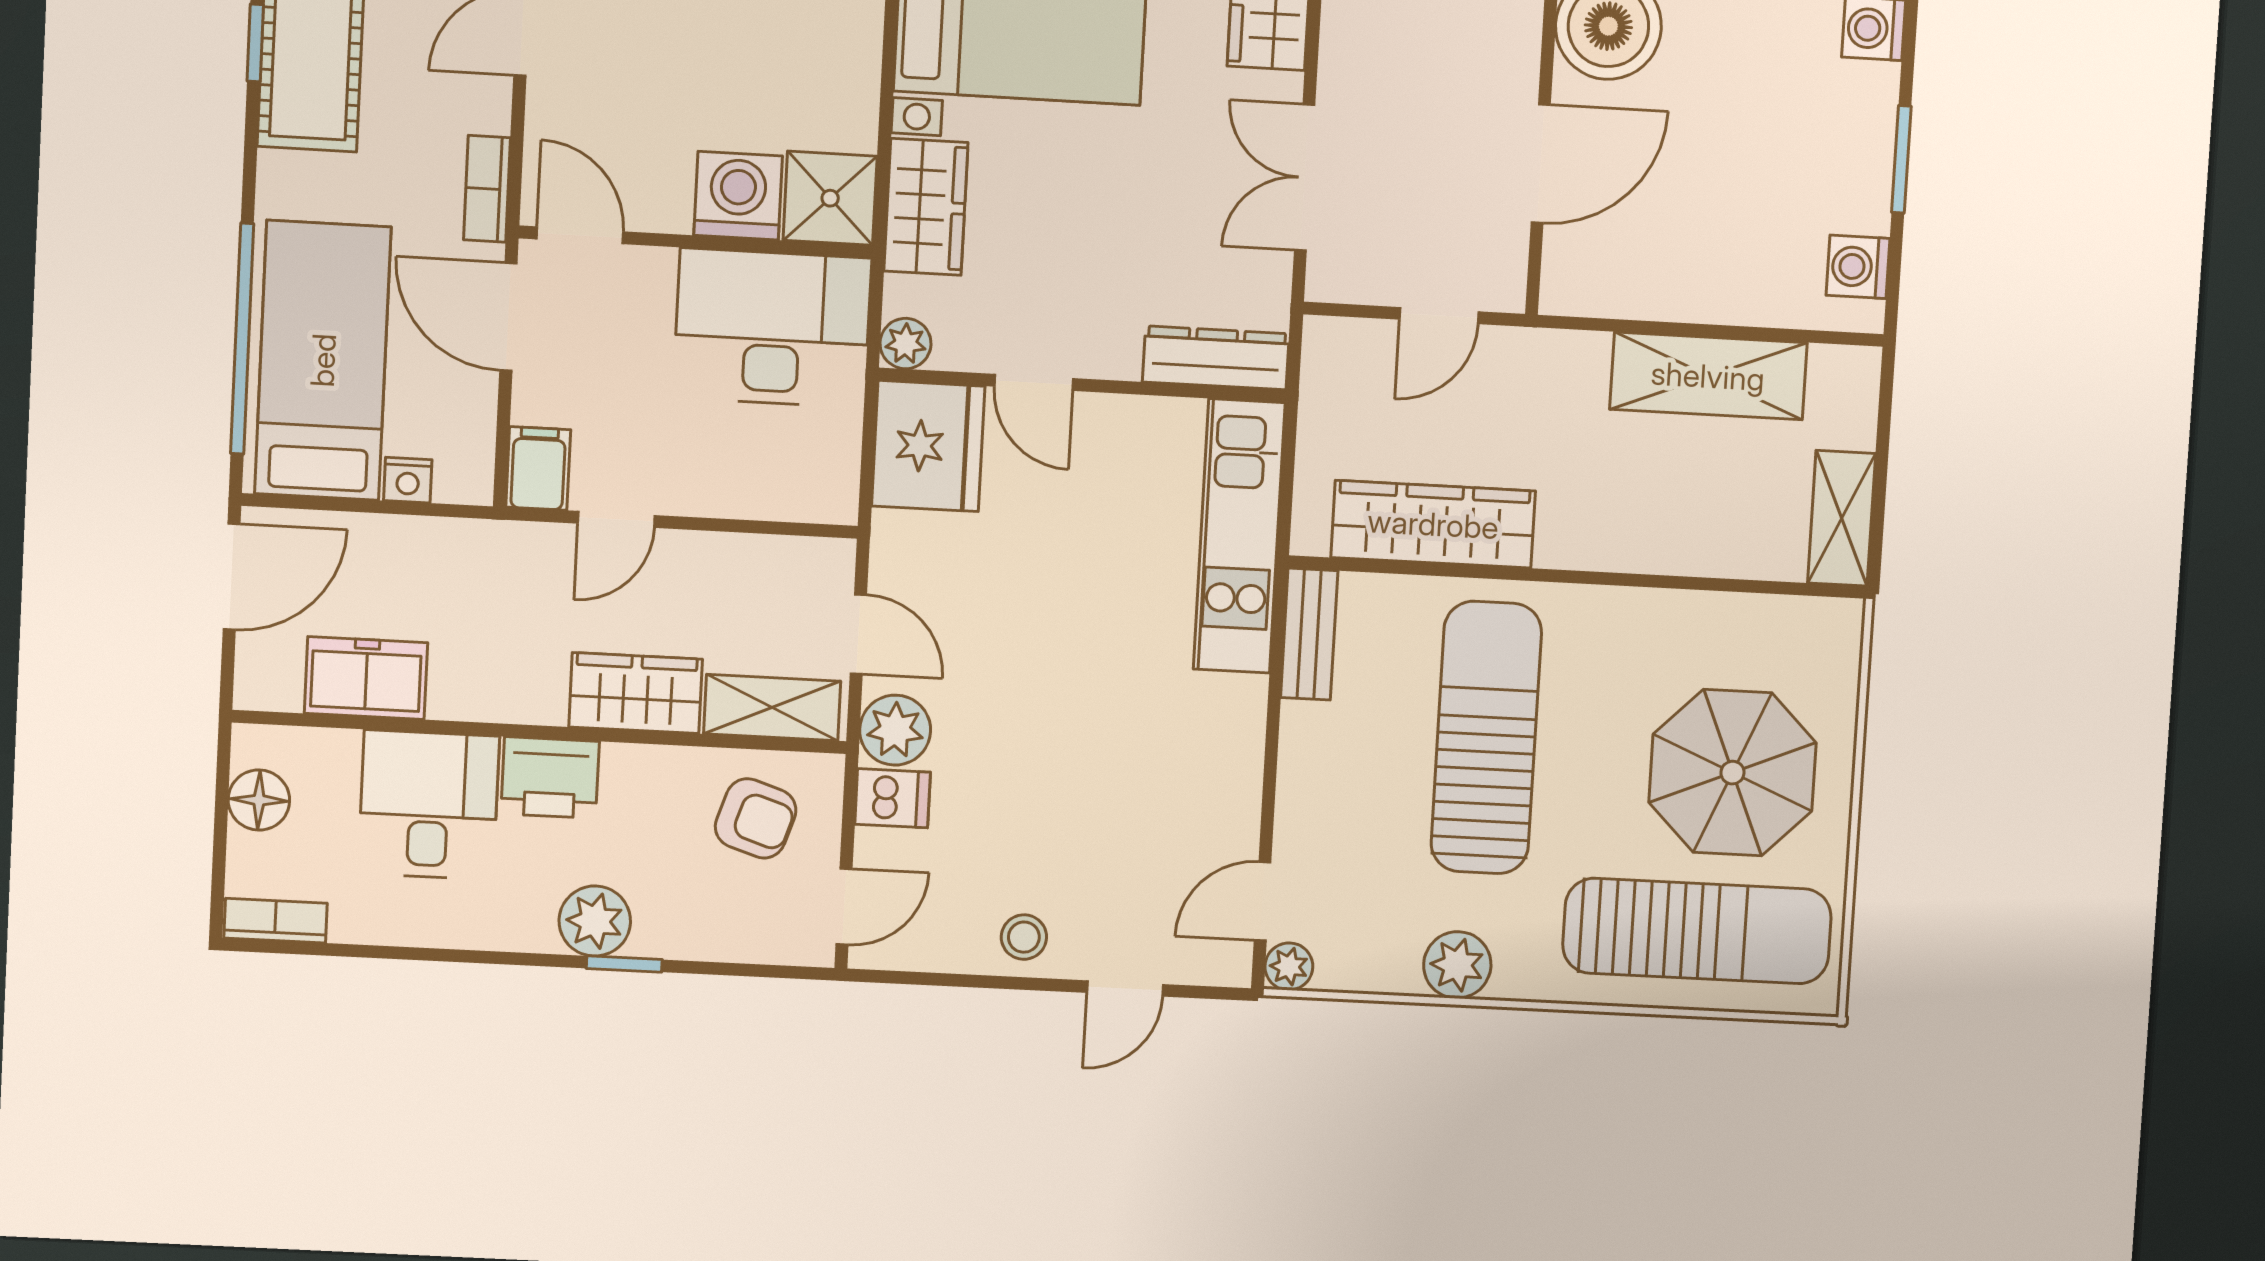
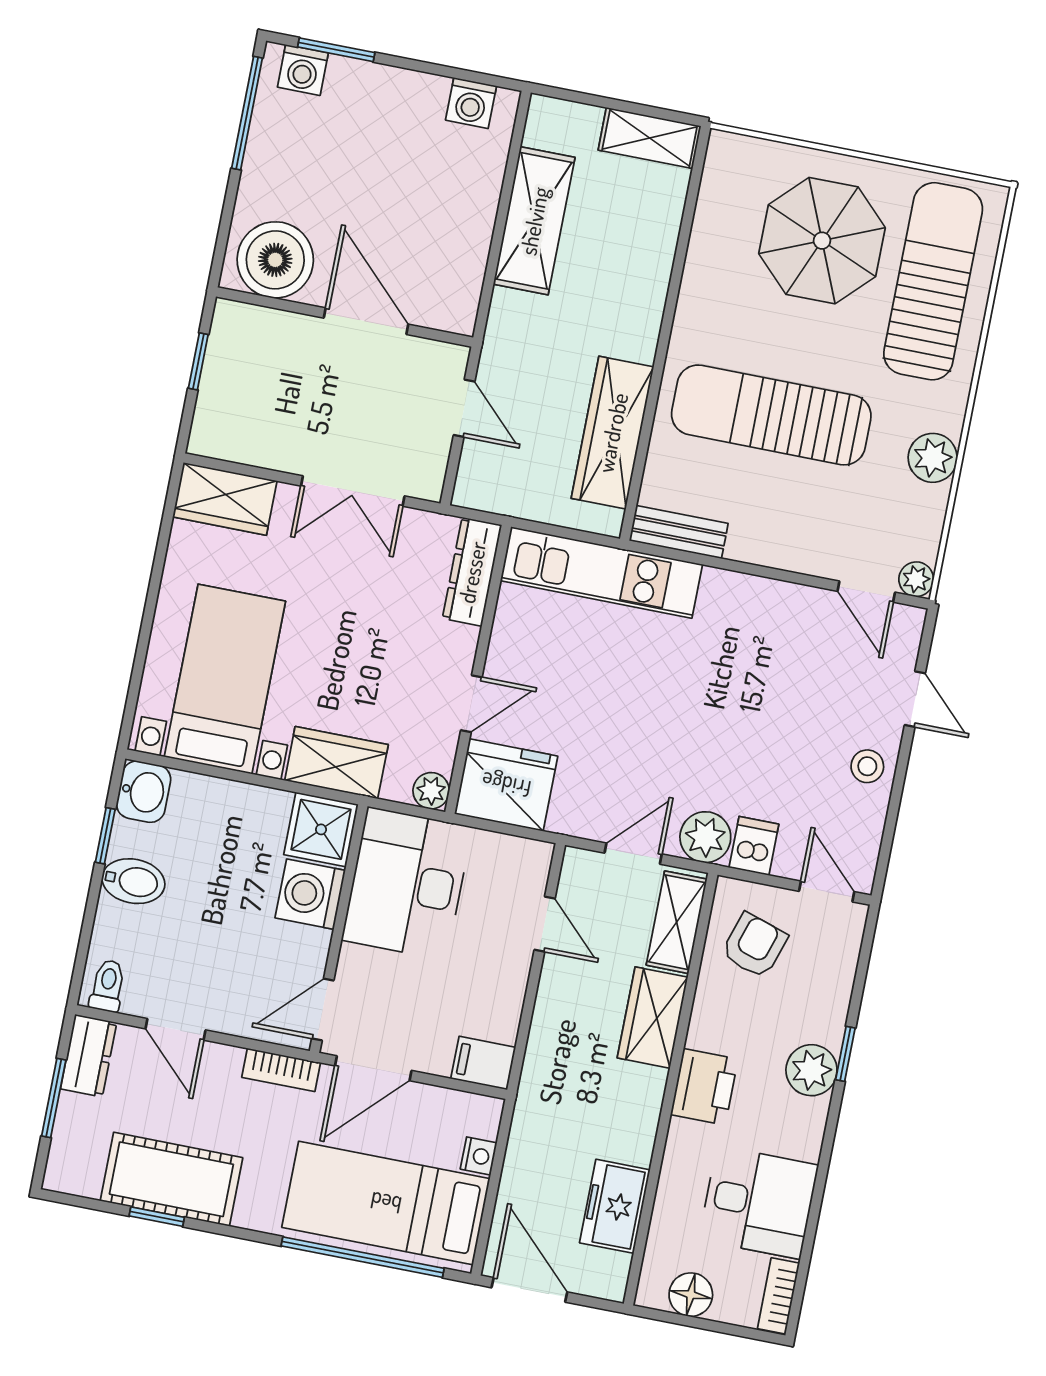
window: (1901, 159) -> (336, 50), moved
door: (616, 519) -> (545, 924), moved
desk: (429, 805) -> (759, 1202), moved, turned 180

